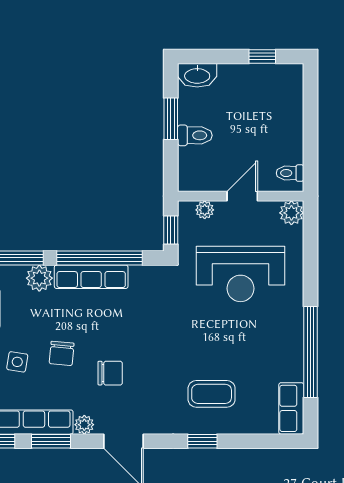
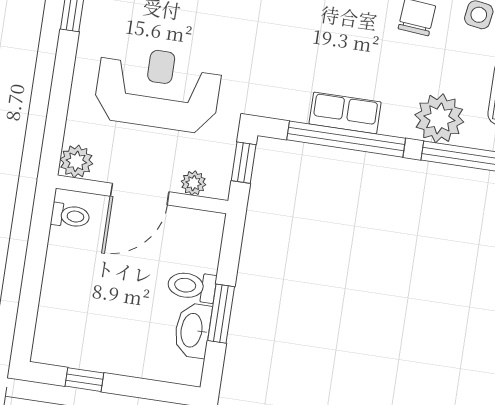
washbasin: (197, 75) -> (192, 330), moved, turned -90
door: (242, 196) -> (140, 194), width x1.38
row of seats: (91, 277) -> (345, 113), width x0.68
plant: (39, 278) -> (439, 118), width x1.36, depth x1.36

